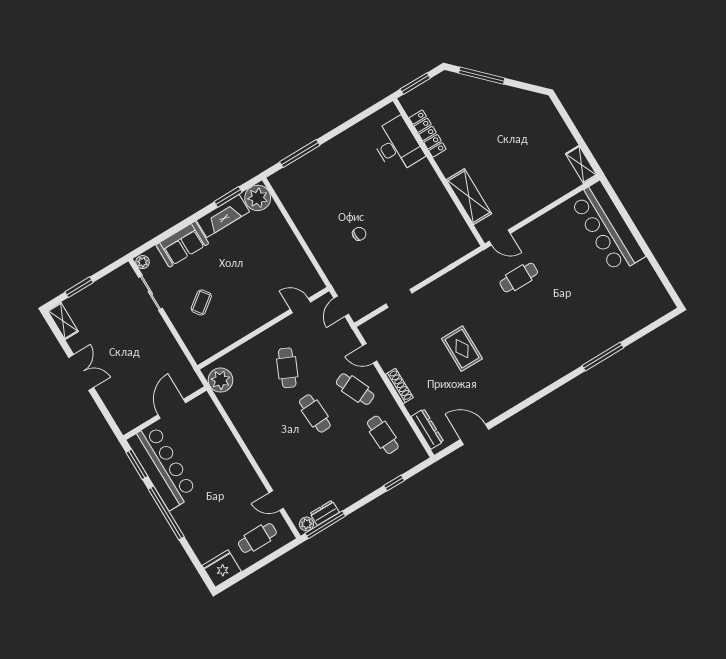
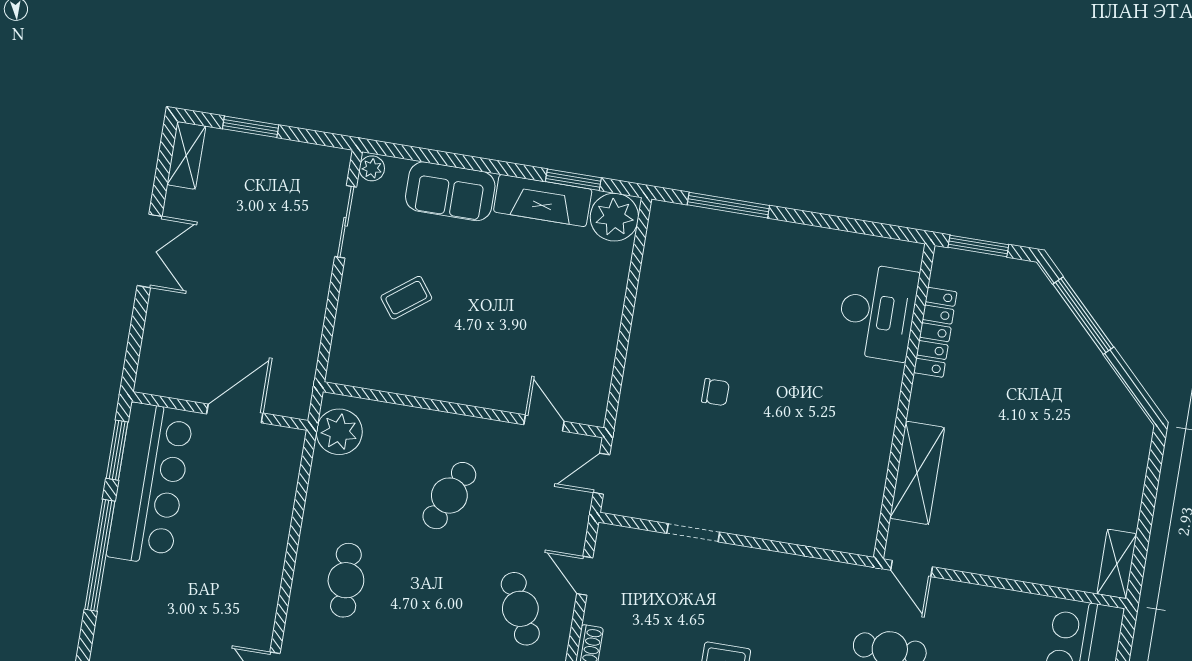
cafe table: (315, 413) -> (346, 580), moved

